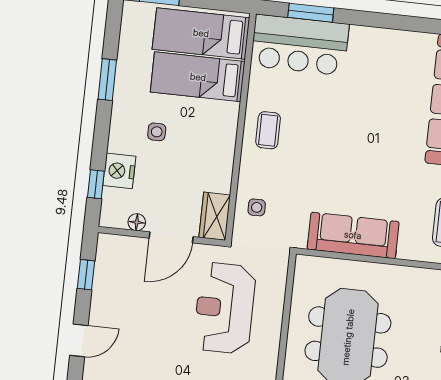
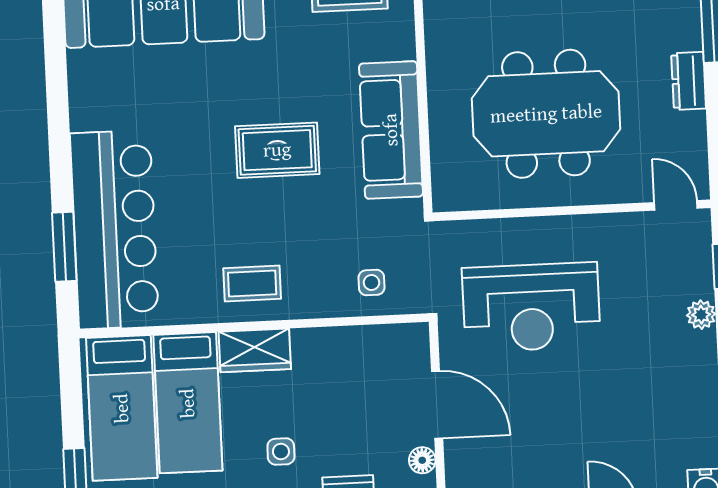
bar counter: (300, 45) -> (114, 230), width x1.36
rug: (352, 160) -> (277, 150), added
wardrobe: (215, 216) -> (255, 350), moved

